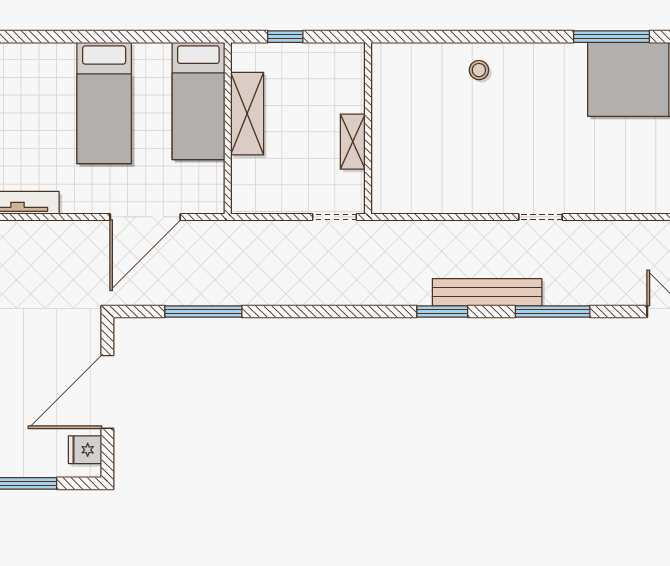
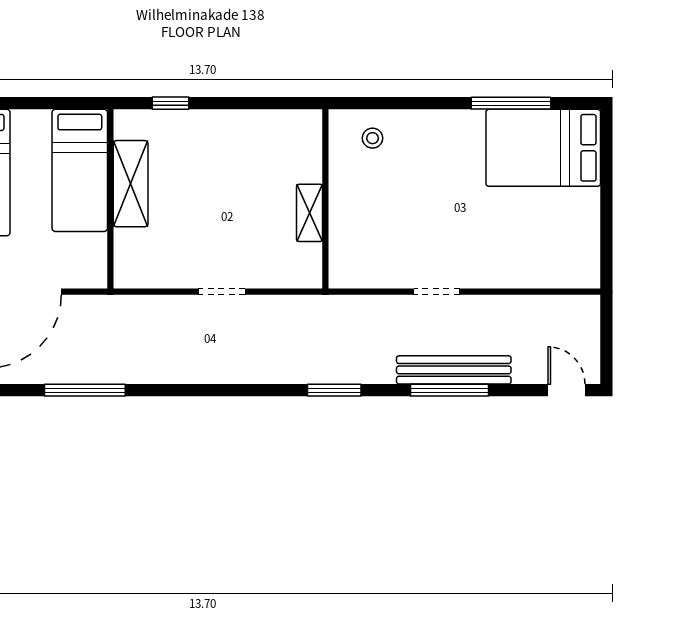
wall: (368, 128) -> (325, 199), moved
shelving: (353, 142) -> (310, 213), moved
bench: (487, 292) -> (454, 370), moved

